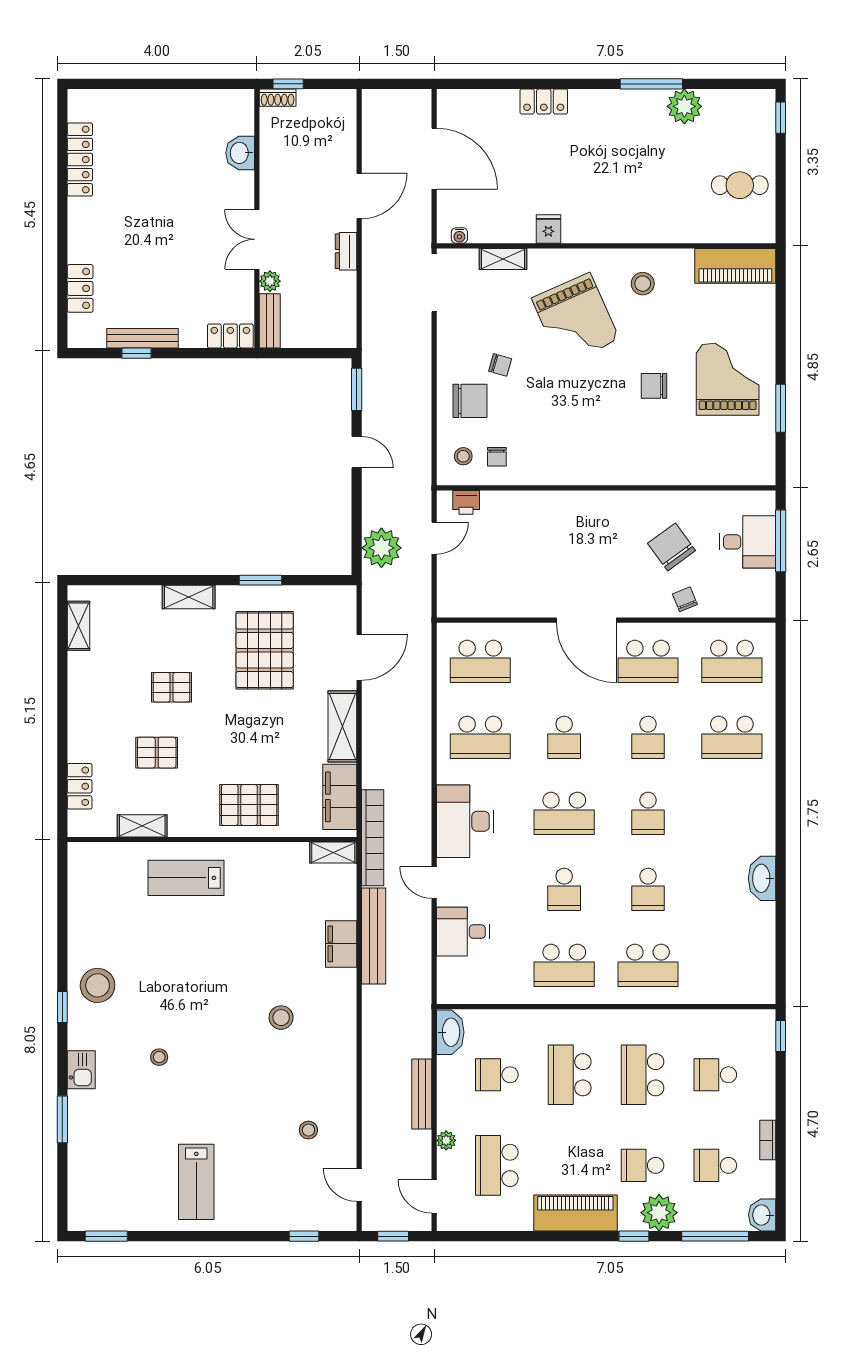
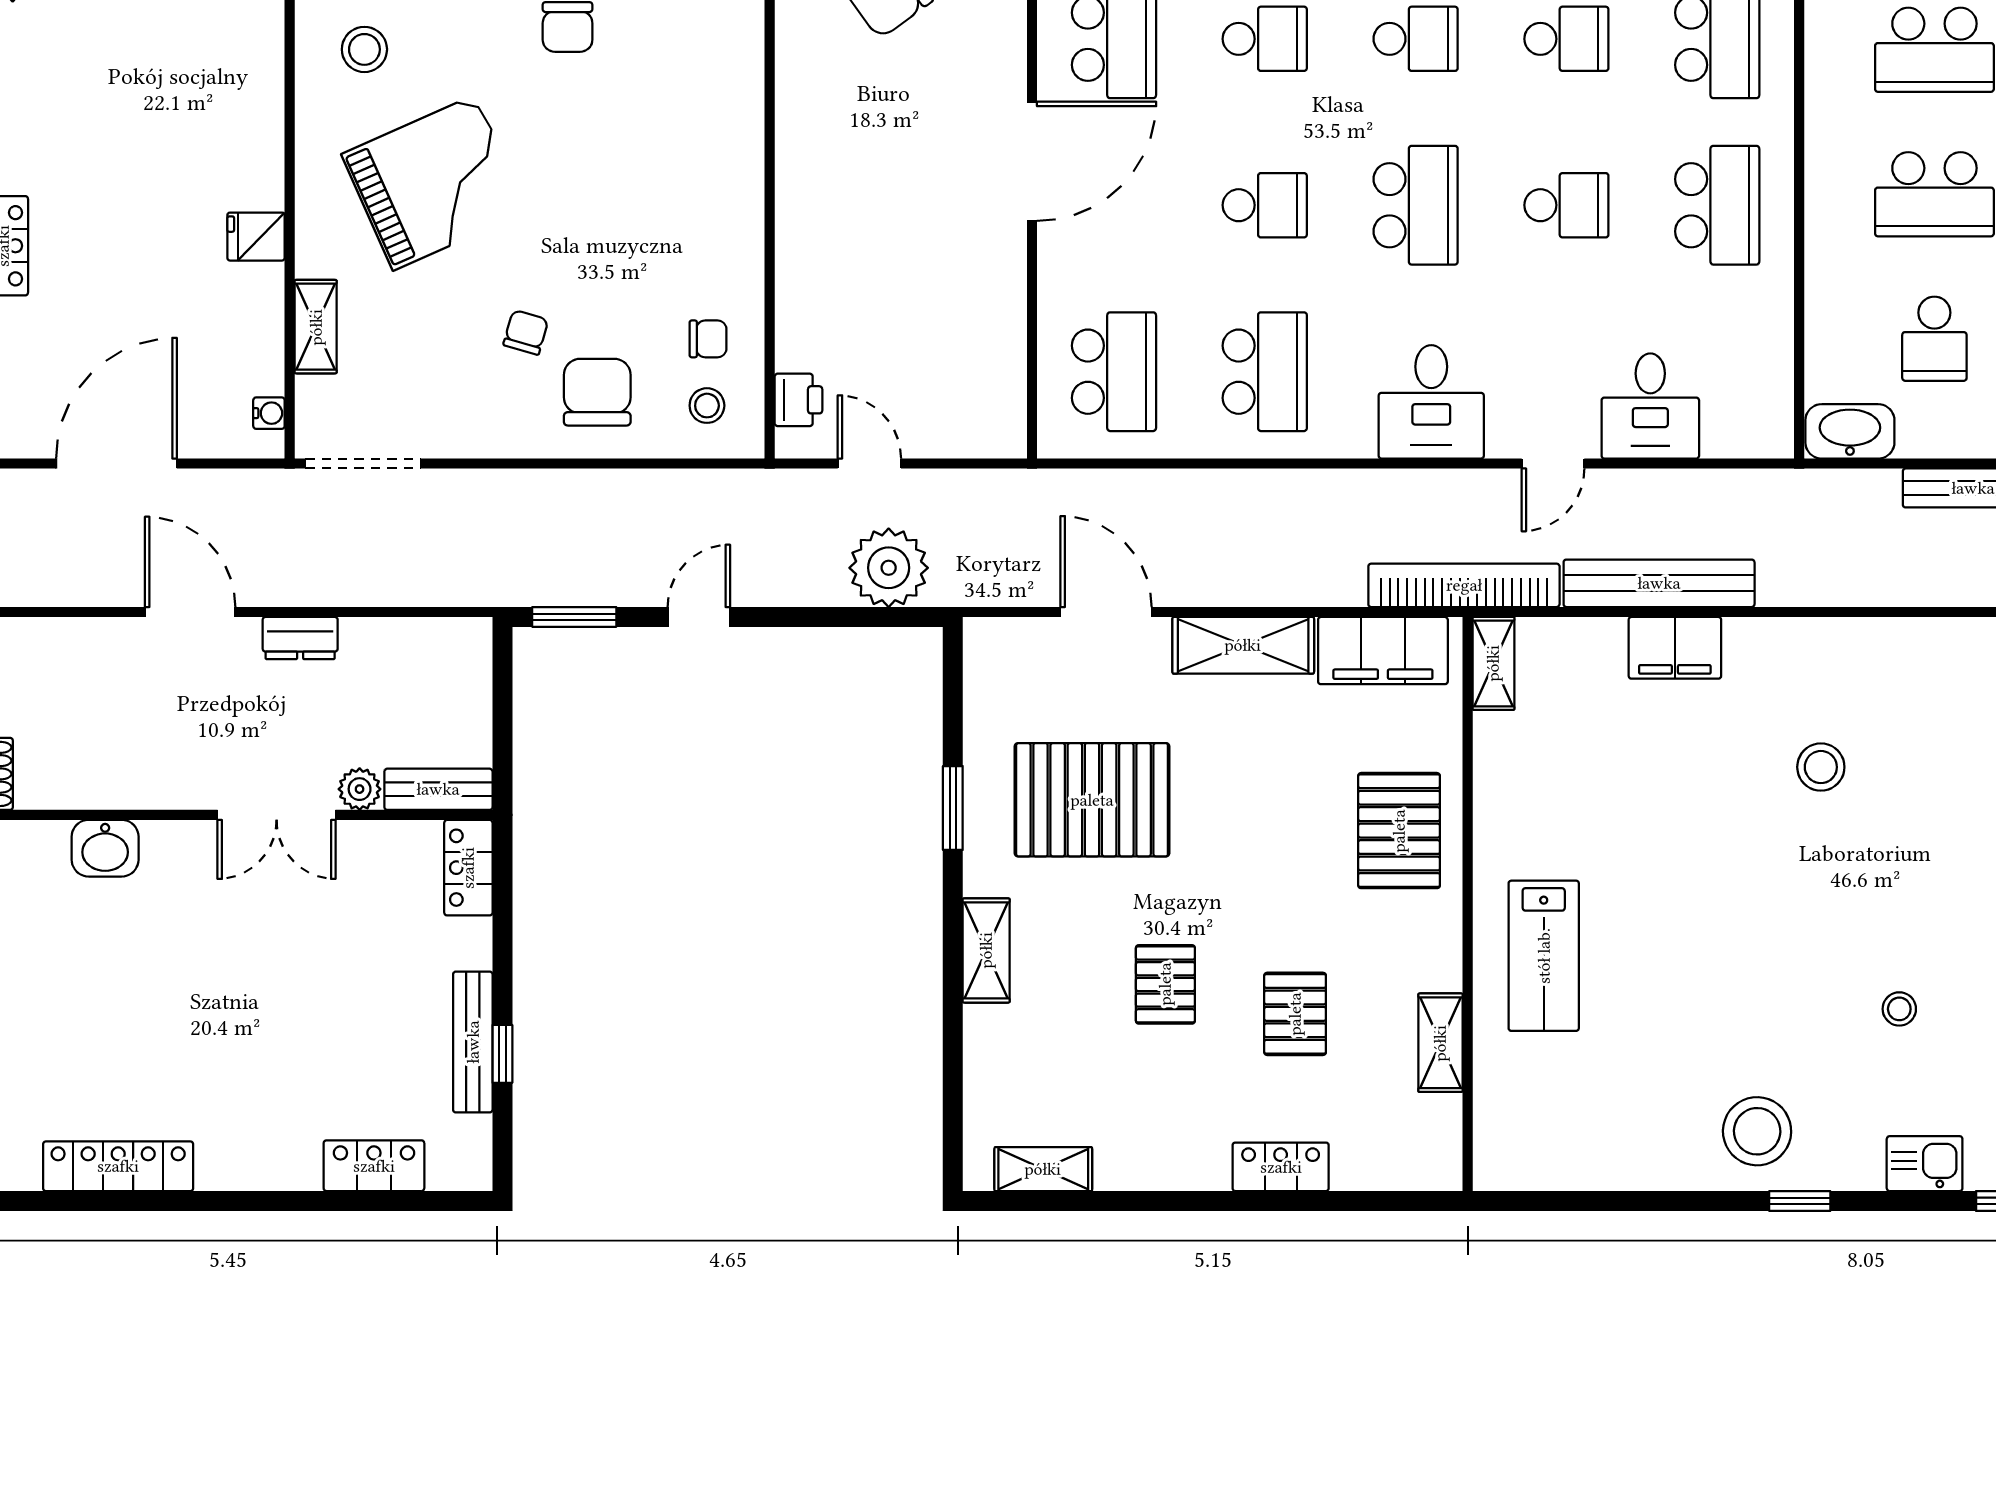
locker: (80, 786) -> (1281, 1167), moved
desk: (465, 821) -> (1431, 402), width x0.73

